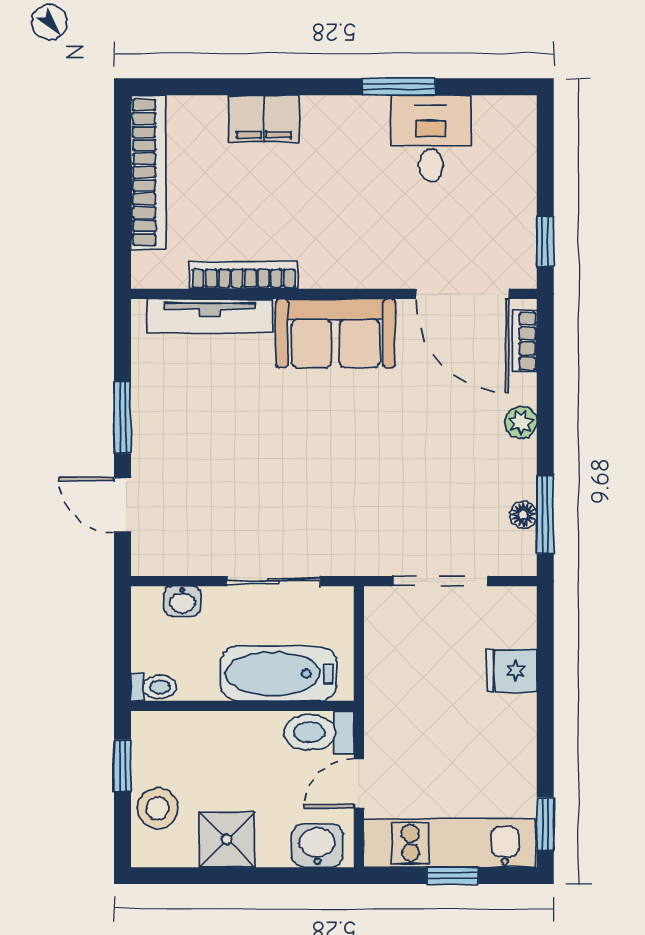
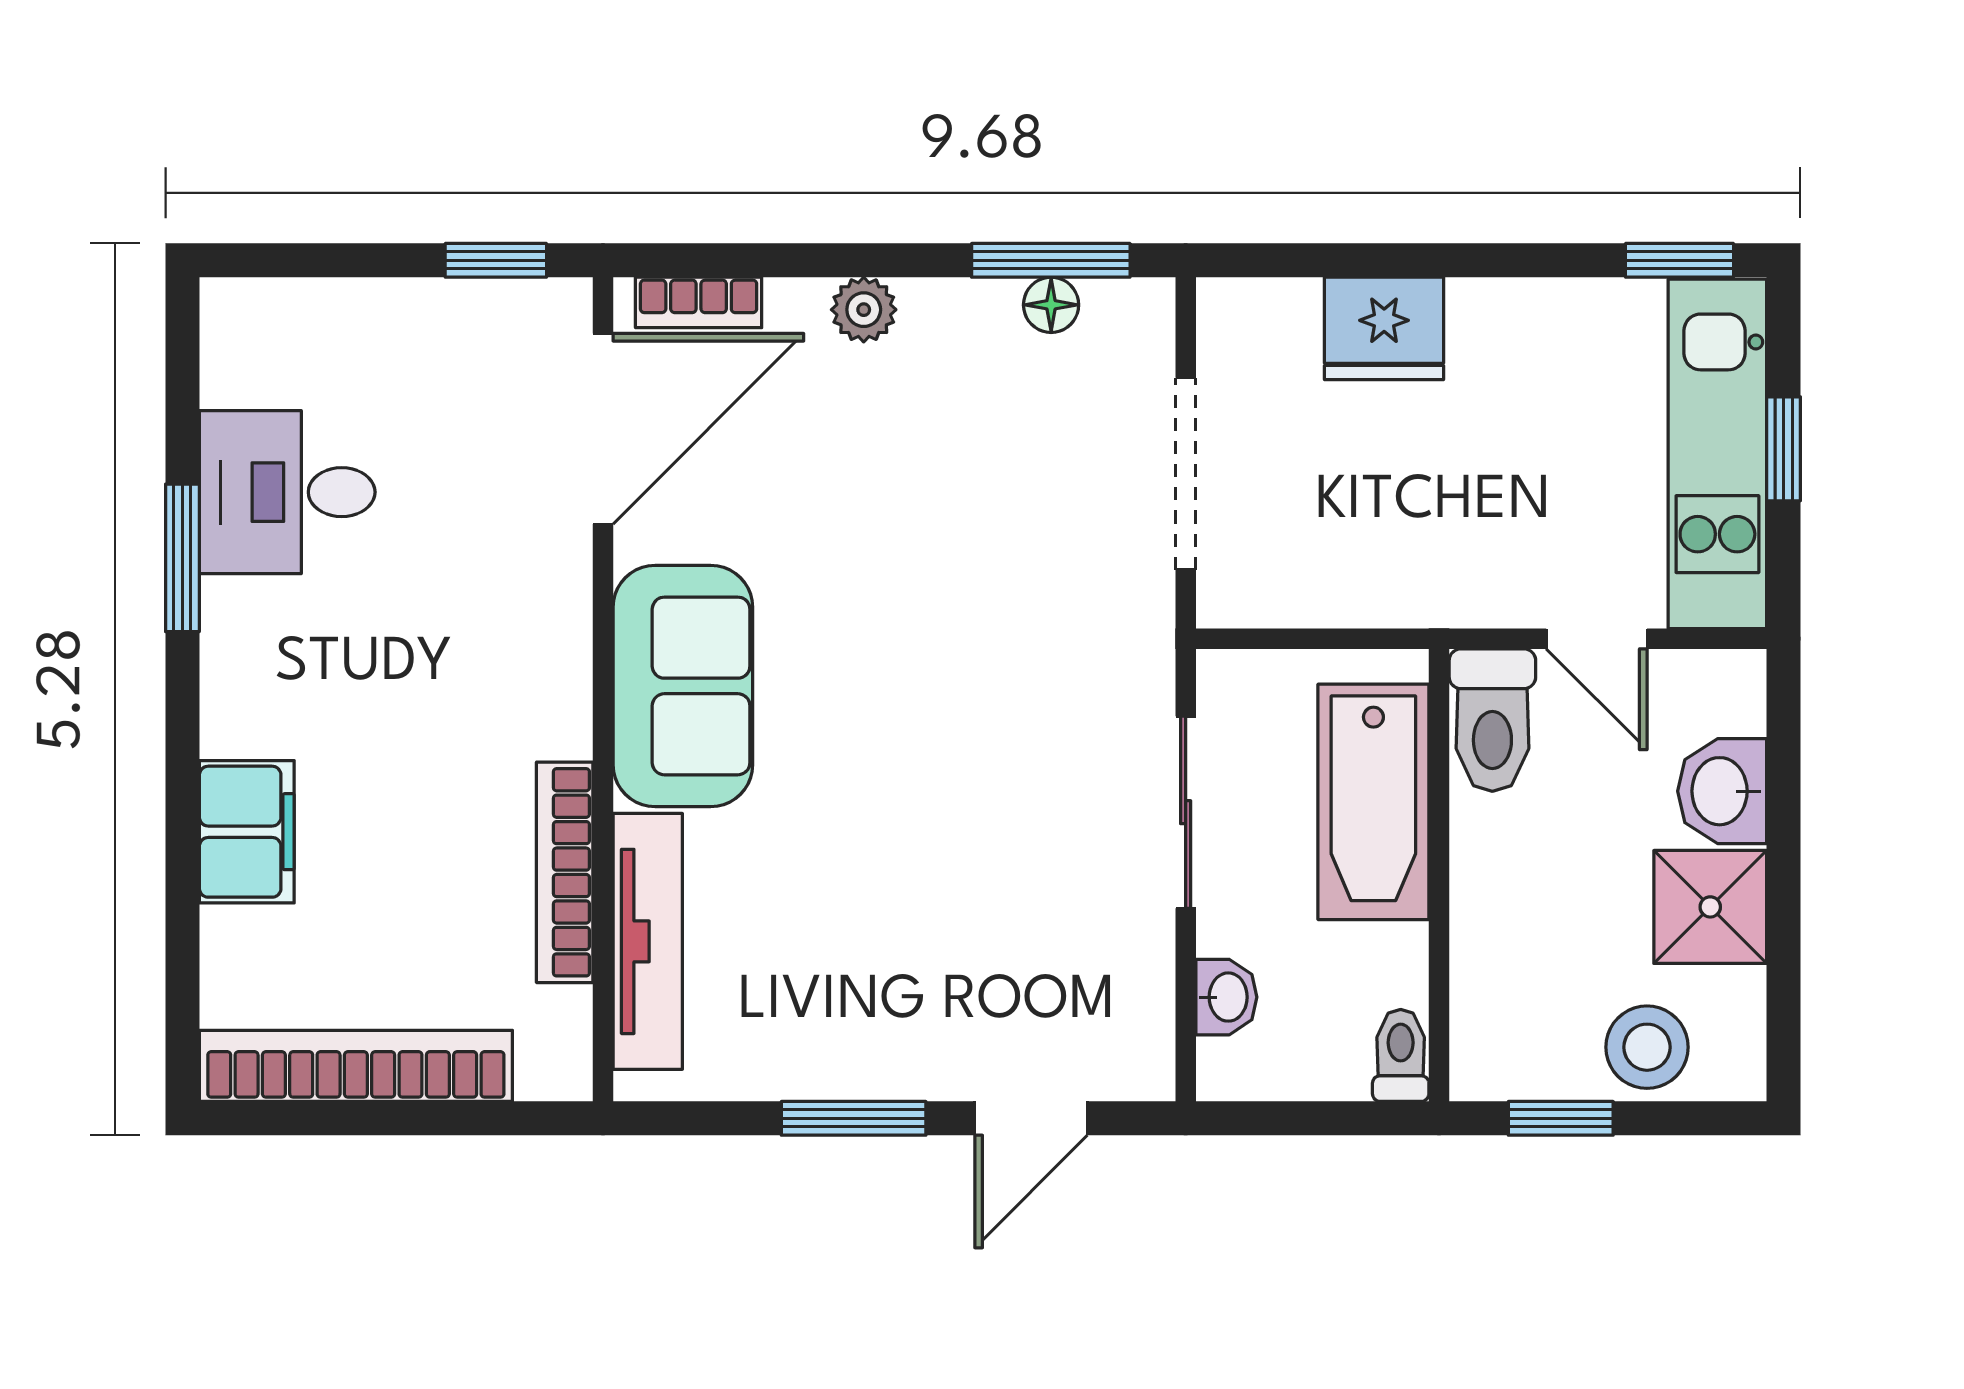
fridge: (512, 671) -> (1384, 328), width x1.38
washbasin: (317, 845) -> (1722, 791), moved

